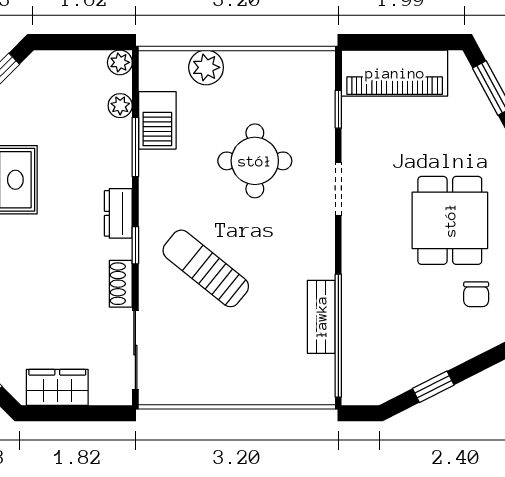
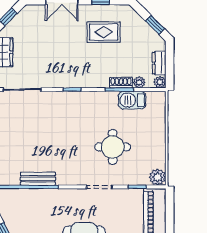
plant: (206, 67) -> (157, 177), moved
dresser: (118, 213) -> (159, 63), moved, turned -90
sun lounger: (206, 268) -> (61, 123), removed
shoe rack: (121, 284) -> (121, 83), moved

